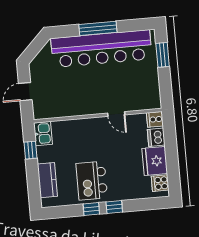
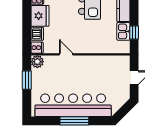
window: (163, 55) -> (27, 80), moved
plant: (153, 101) -> (37, 62), added
kitchen sink: (43, 134) -> (123, 31), moved

